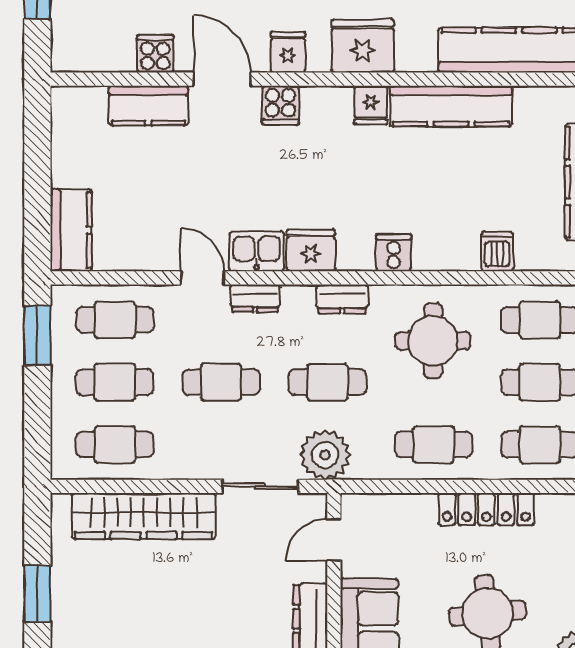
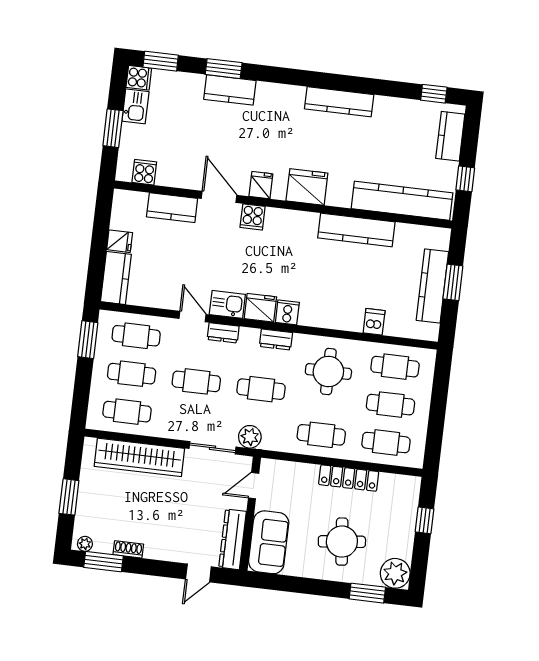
cooker: (155, 54) -> (144, 172), moved
fridge: (371, 105) -> (120, 241), moved, turned -90
cooker: (394, 253) -> (287, 312), moved
plant: (325, 455) -> (250, 437), width x0.73, depth x0.73

